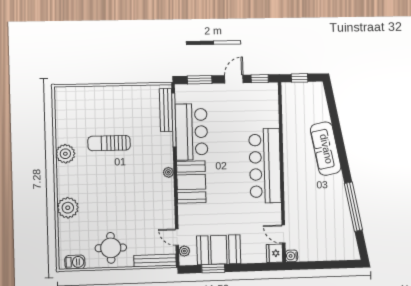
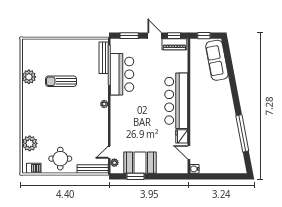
door: (234, 79) -> (155, 36), hinge flipped
piano: (260, 90) -> (174, 44), added
sofa: (326, 149) -> (217, 60), moved
plant: (65, 154) -> (29, 77), moved
booth: (191, 182) -> (121, 112), removed
plant: (68, 208) -> (30, 143), moved
door: (177, 237) -> (109, 152), hinge flipped
fridge: (275, 253) -> (182, 136), moved

